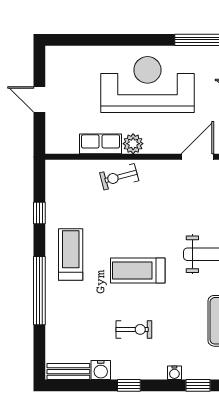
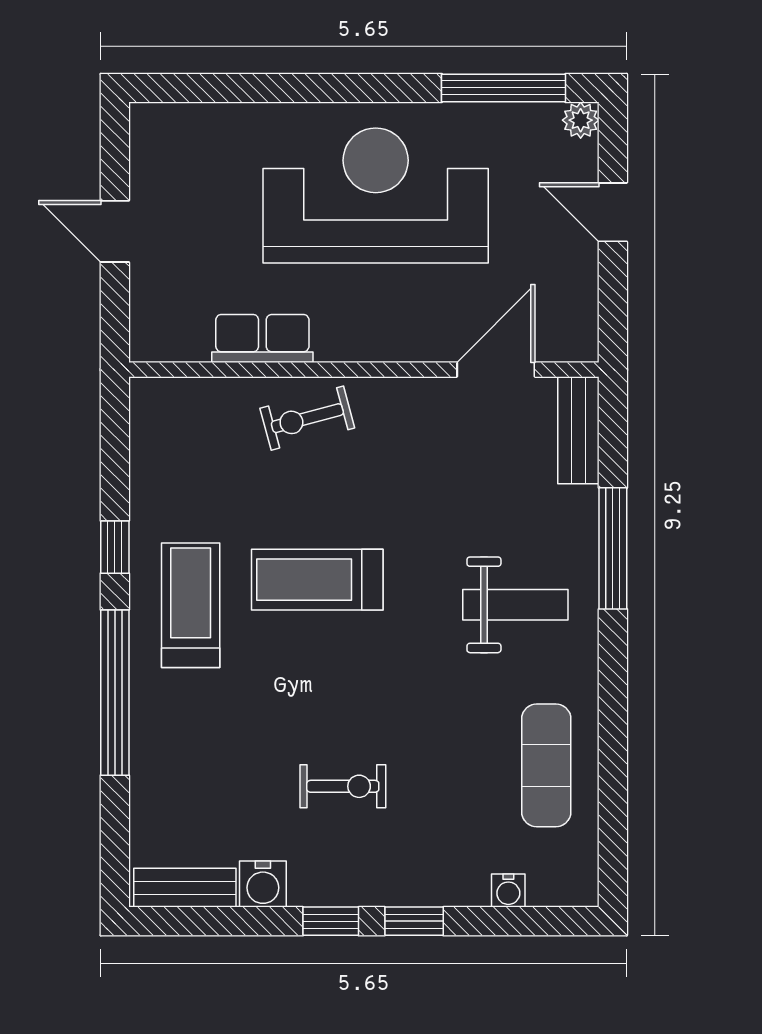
plant: (133, 144) -> (341, 338), removed
window: (39, 213) -> (115, 547), moved
treadmill: (138, 270) -> (317, 580), moved
water cooler: (174, 373) -> (508, 891), moved
window: (198, 385) -> (414, 921), moved

